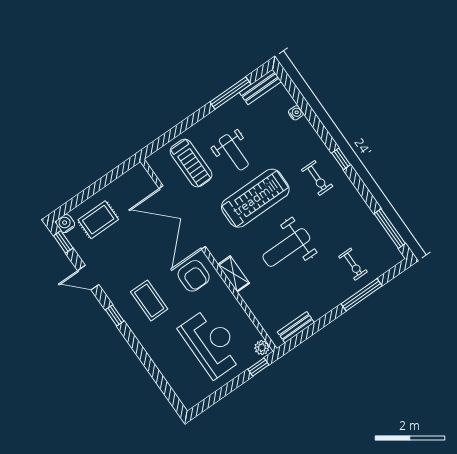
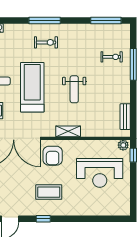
window: (341, 159) -> (45, 20), width x2.17
weight bench: (286, 247) -> (74, 89), width x0.73, depth x0.75
armchair: (194, 276) -> (53, 156), turned 90
reception desk: (212, 343) -> (100, 173), turned 180

